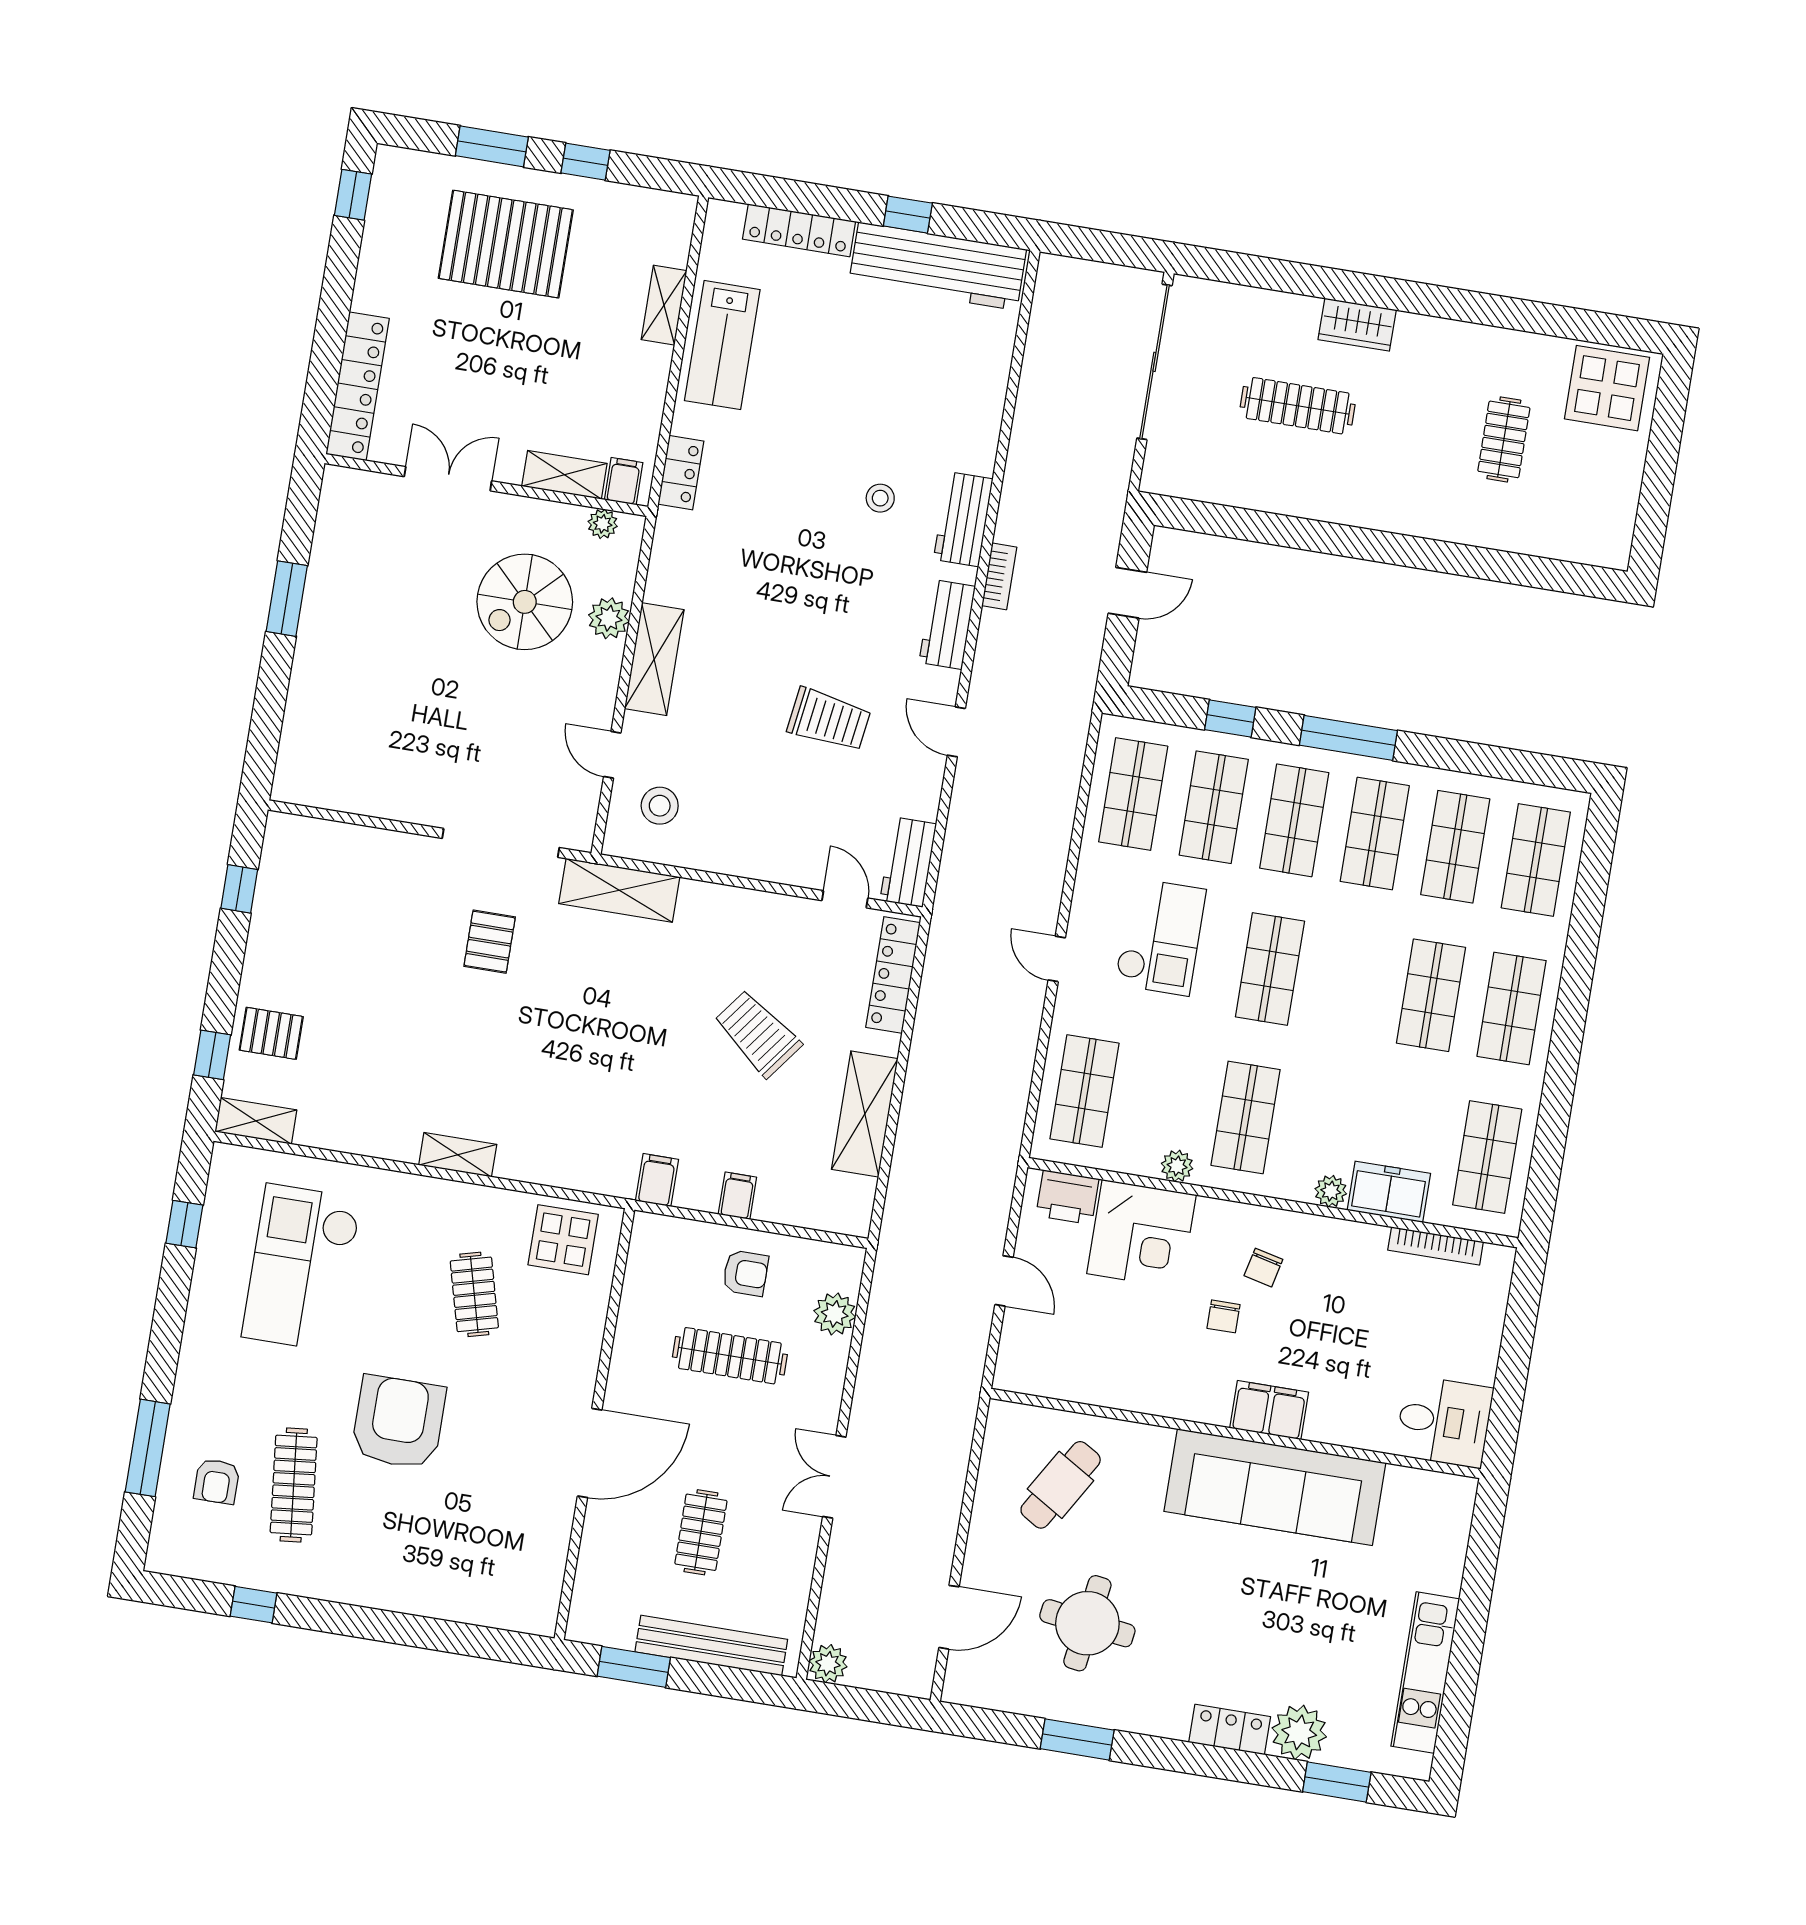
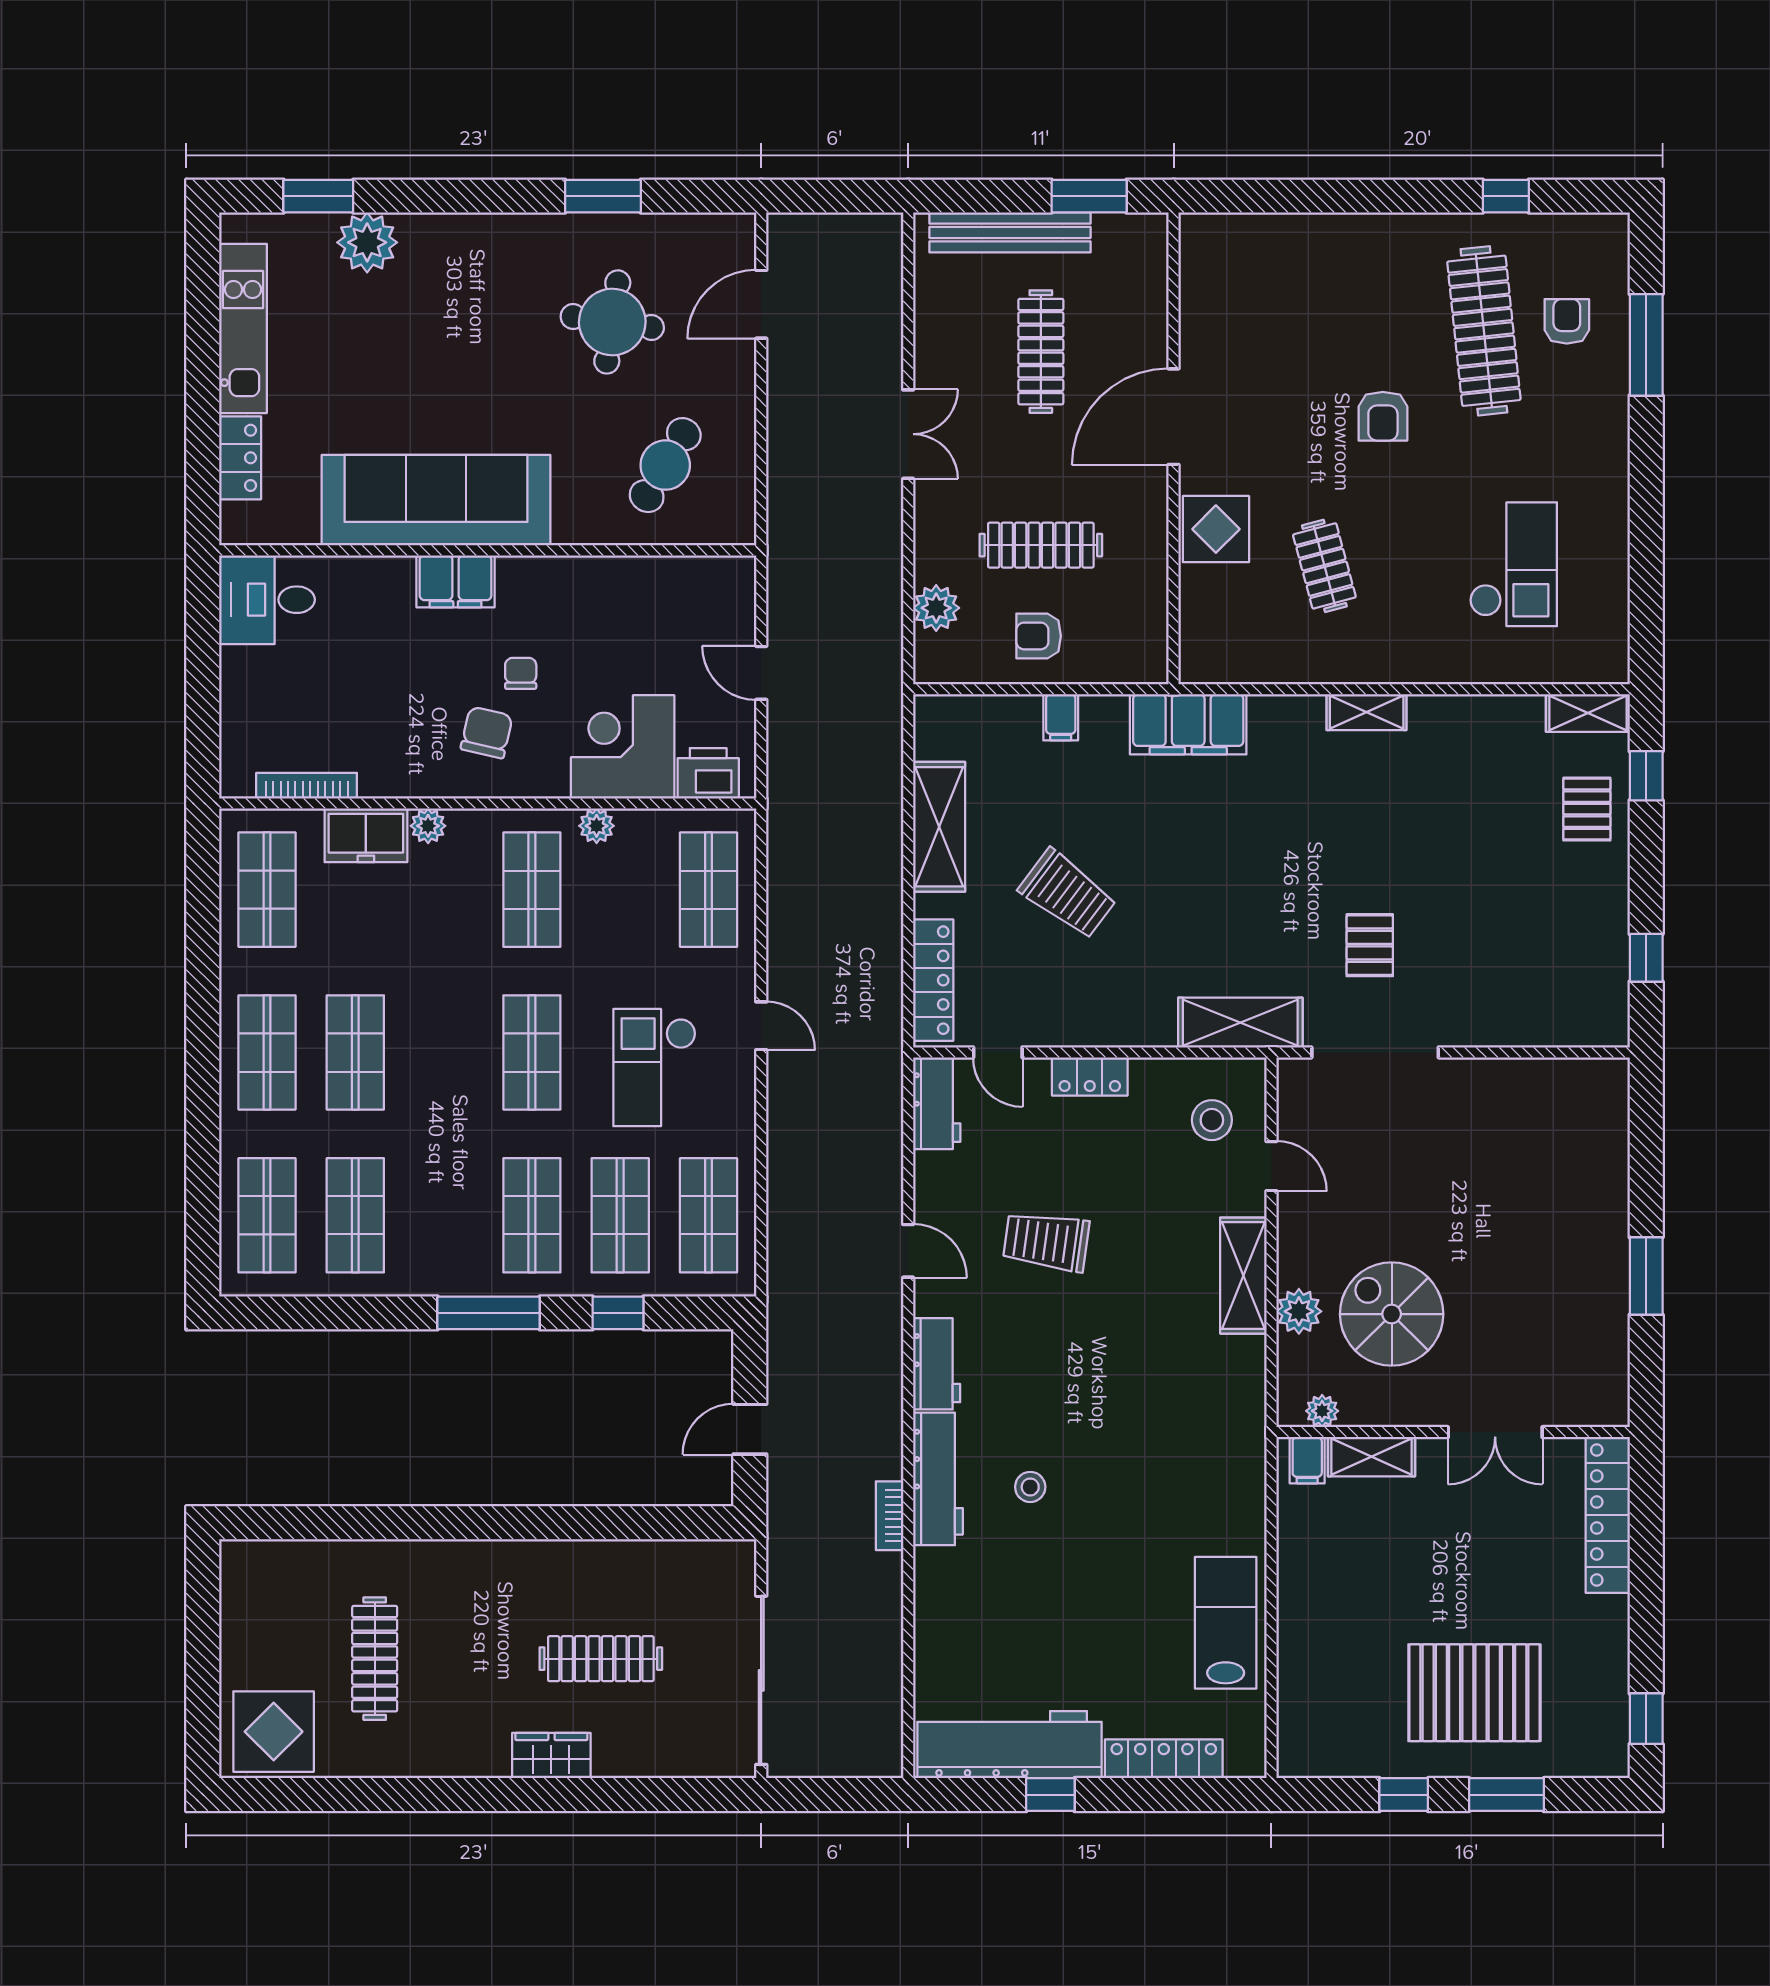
shelving: (664, 305) -> (1295, 1655), removed
clothes rail: (1504, 439) -> (375, 1659), width x1.36
locker: (681, 473) -> (1090, 1076), moved, turned -90
workbench: (963, 519) -> (938, 1479), width x1.38
bookcase: (999, 576) -> (890, 1516), moved
spiral stairs: (525, 602) -> (1392, 1314), turned -90
shop shelf: (1375, 834) -> (444, 1215), removed
pallet: (271, 1033) -> (1587, 809), turned 90
filing cabinet: (657, 1180) -> (1188, 724), width x3.00, depth x1.17
window: (184, 1224) -> (1646, 590), removed
display table: (563, 1240) -> (1216, 529), moved
checkout: (302, 1268) -> (1513, 564), width x0.73, depth x0.83
chair: (1263, 1268) -> (487, 732), width x1.37, depth x1.37
armchair: (399, 1422) -> (1383, 416), width x0.53, depth x0.53
clothes rail: (294, 1485) -> (1484, 331), width x1.37, depth x1.31
clothes rail: (701, 1532) -> (1041, 352), width x1.36
plant: (828, 1664) -> (882, 233), removed
locker: (1230, 1730) -> (240, 458), moved, turned -90

